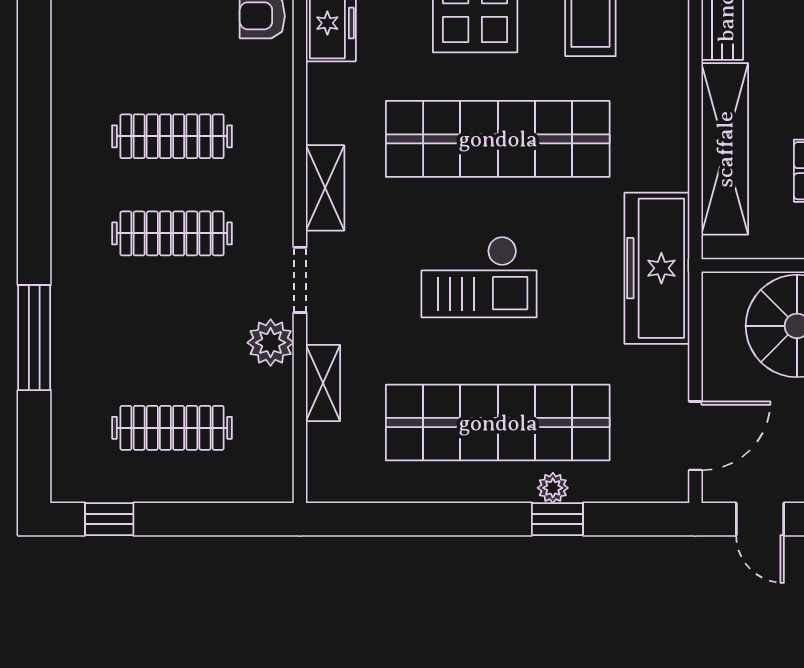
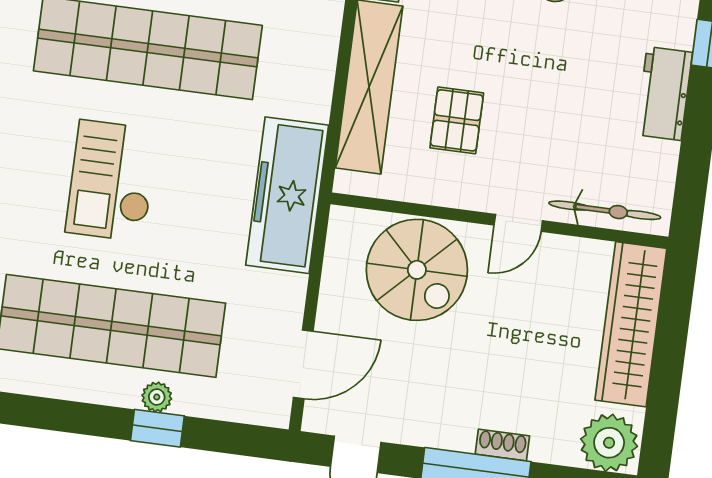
checkout: (479, 277) -> (112, 181), turned 90

